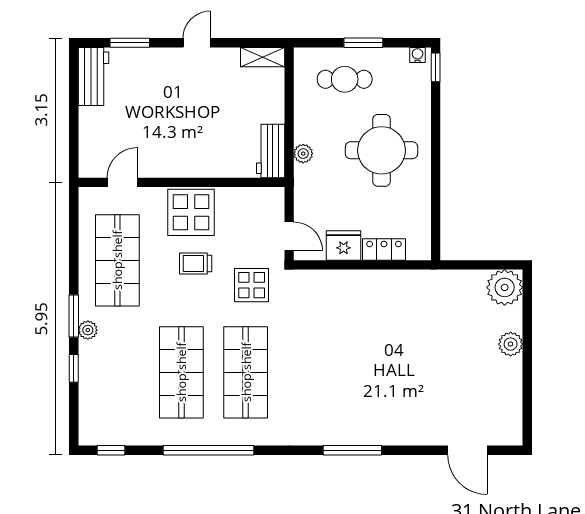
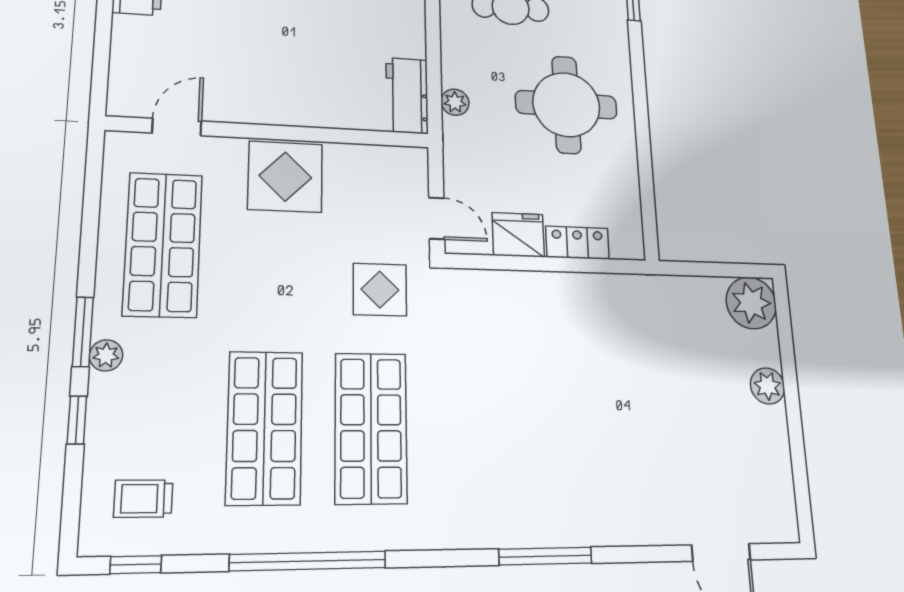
trolley: (196, 263) -> (143, 499), moved

